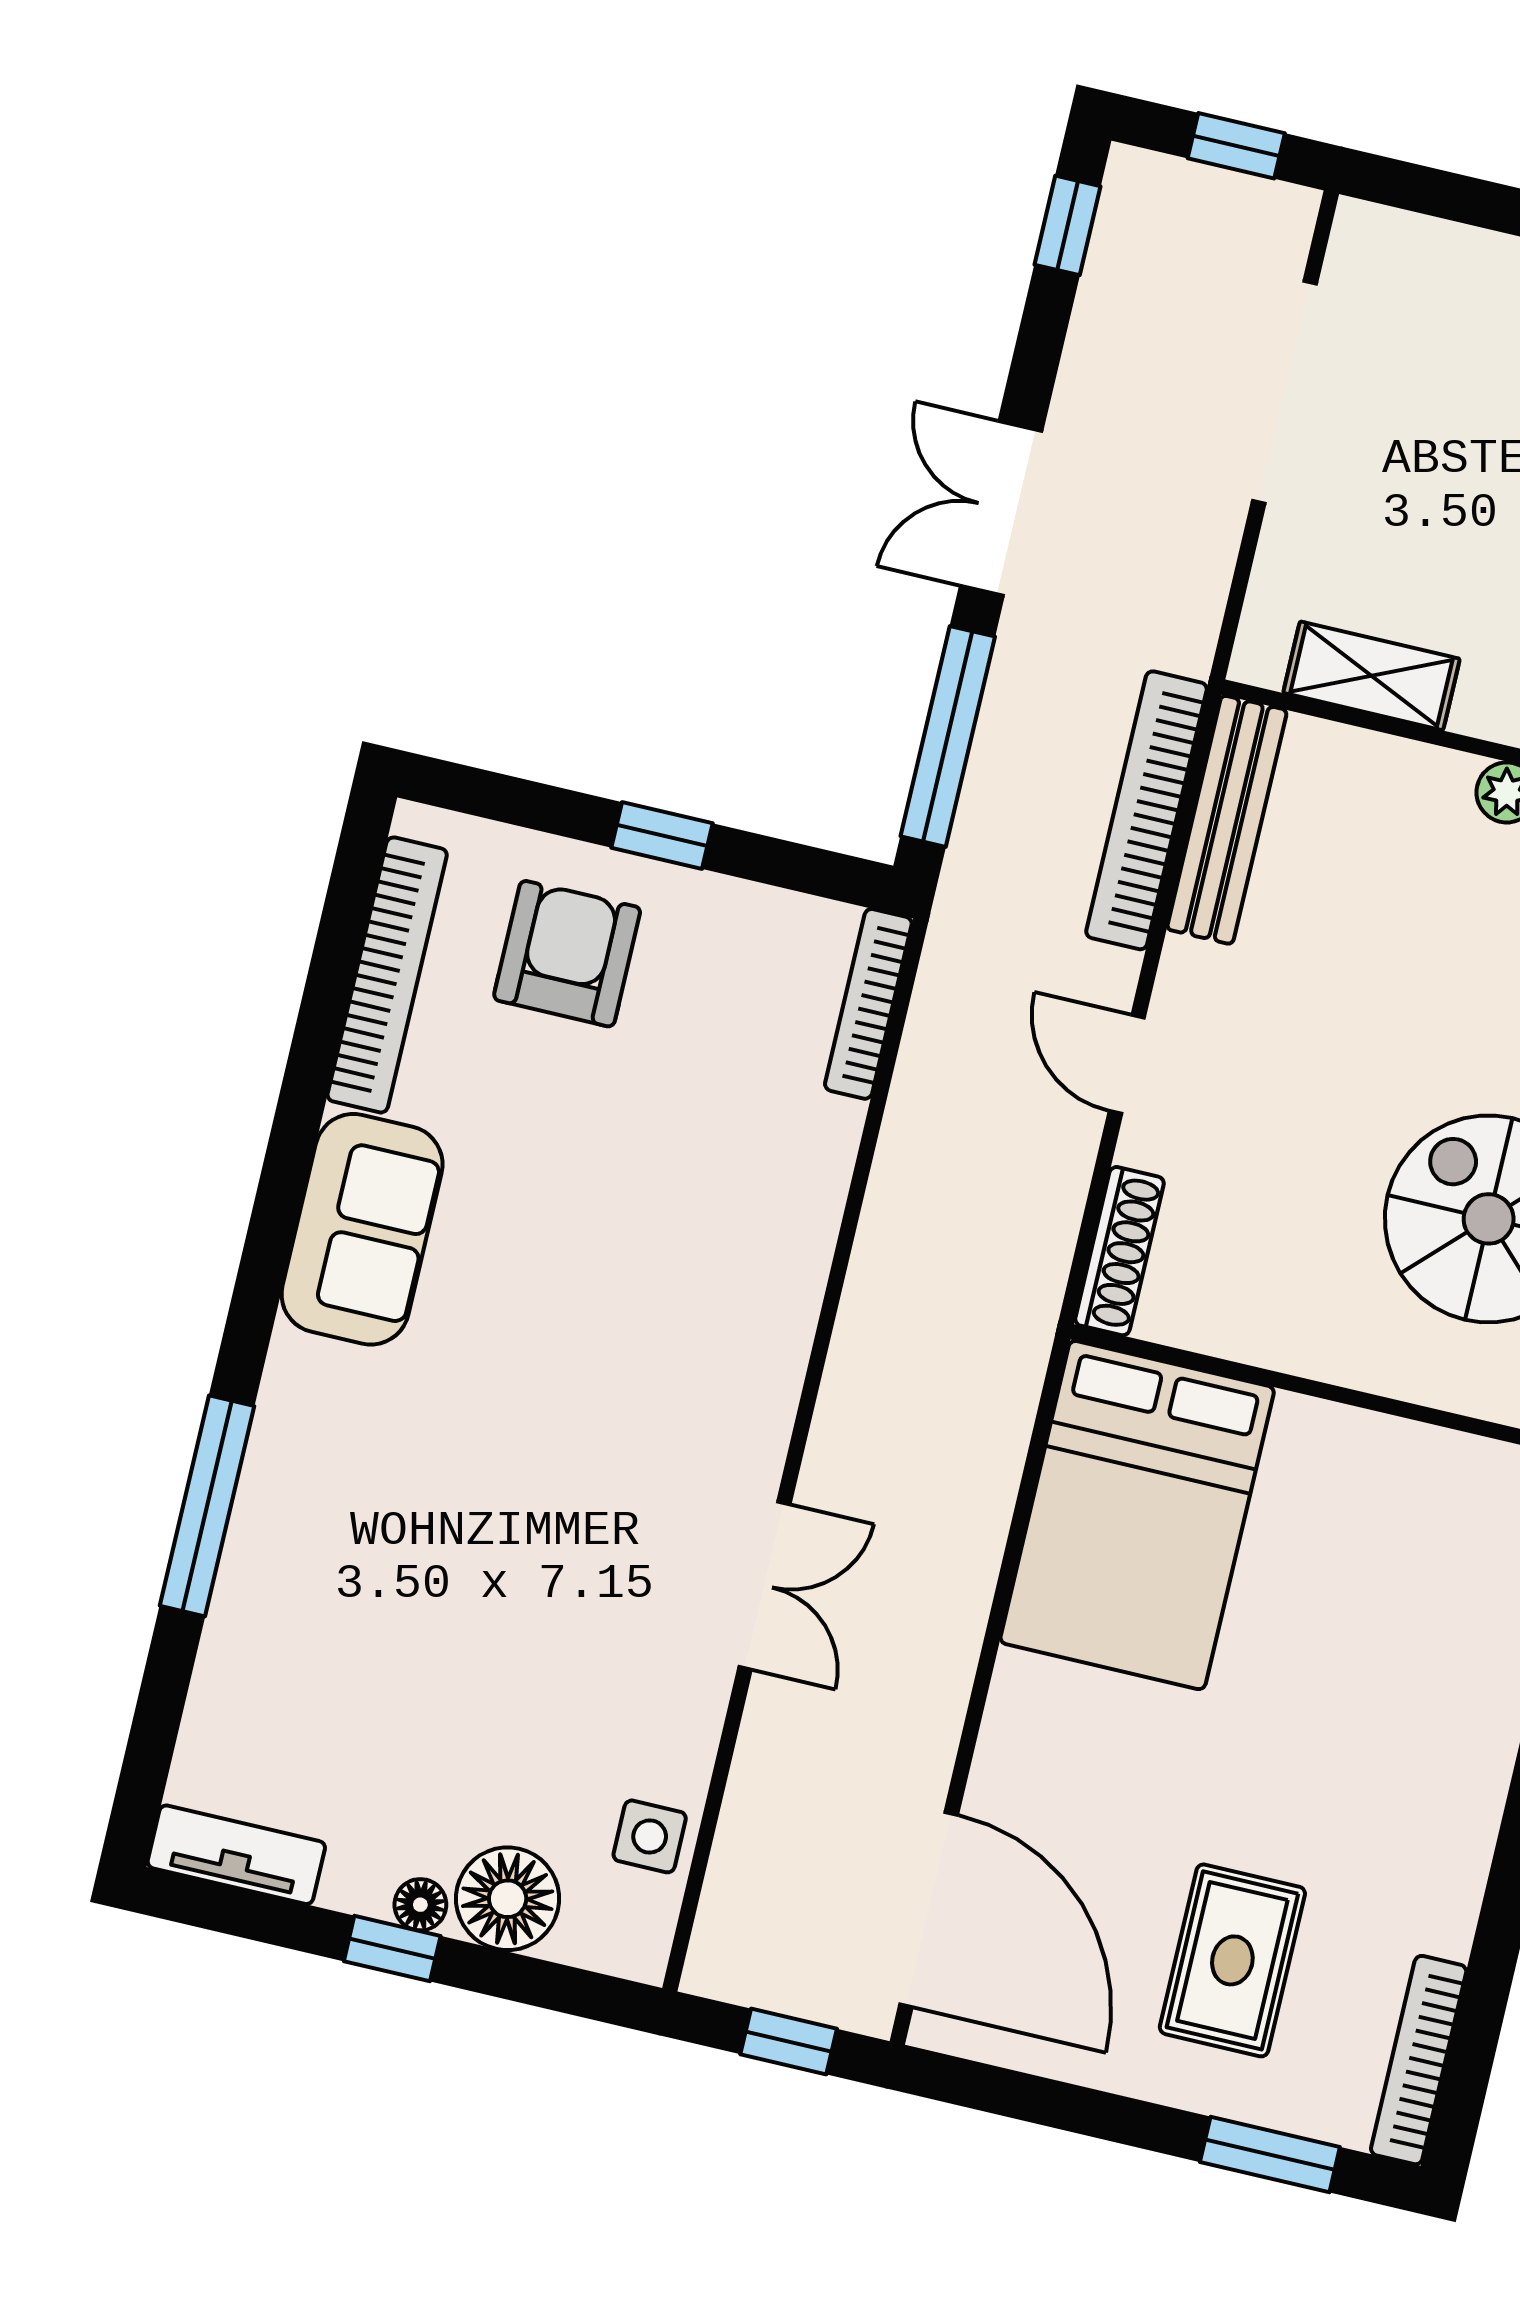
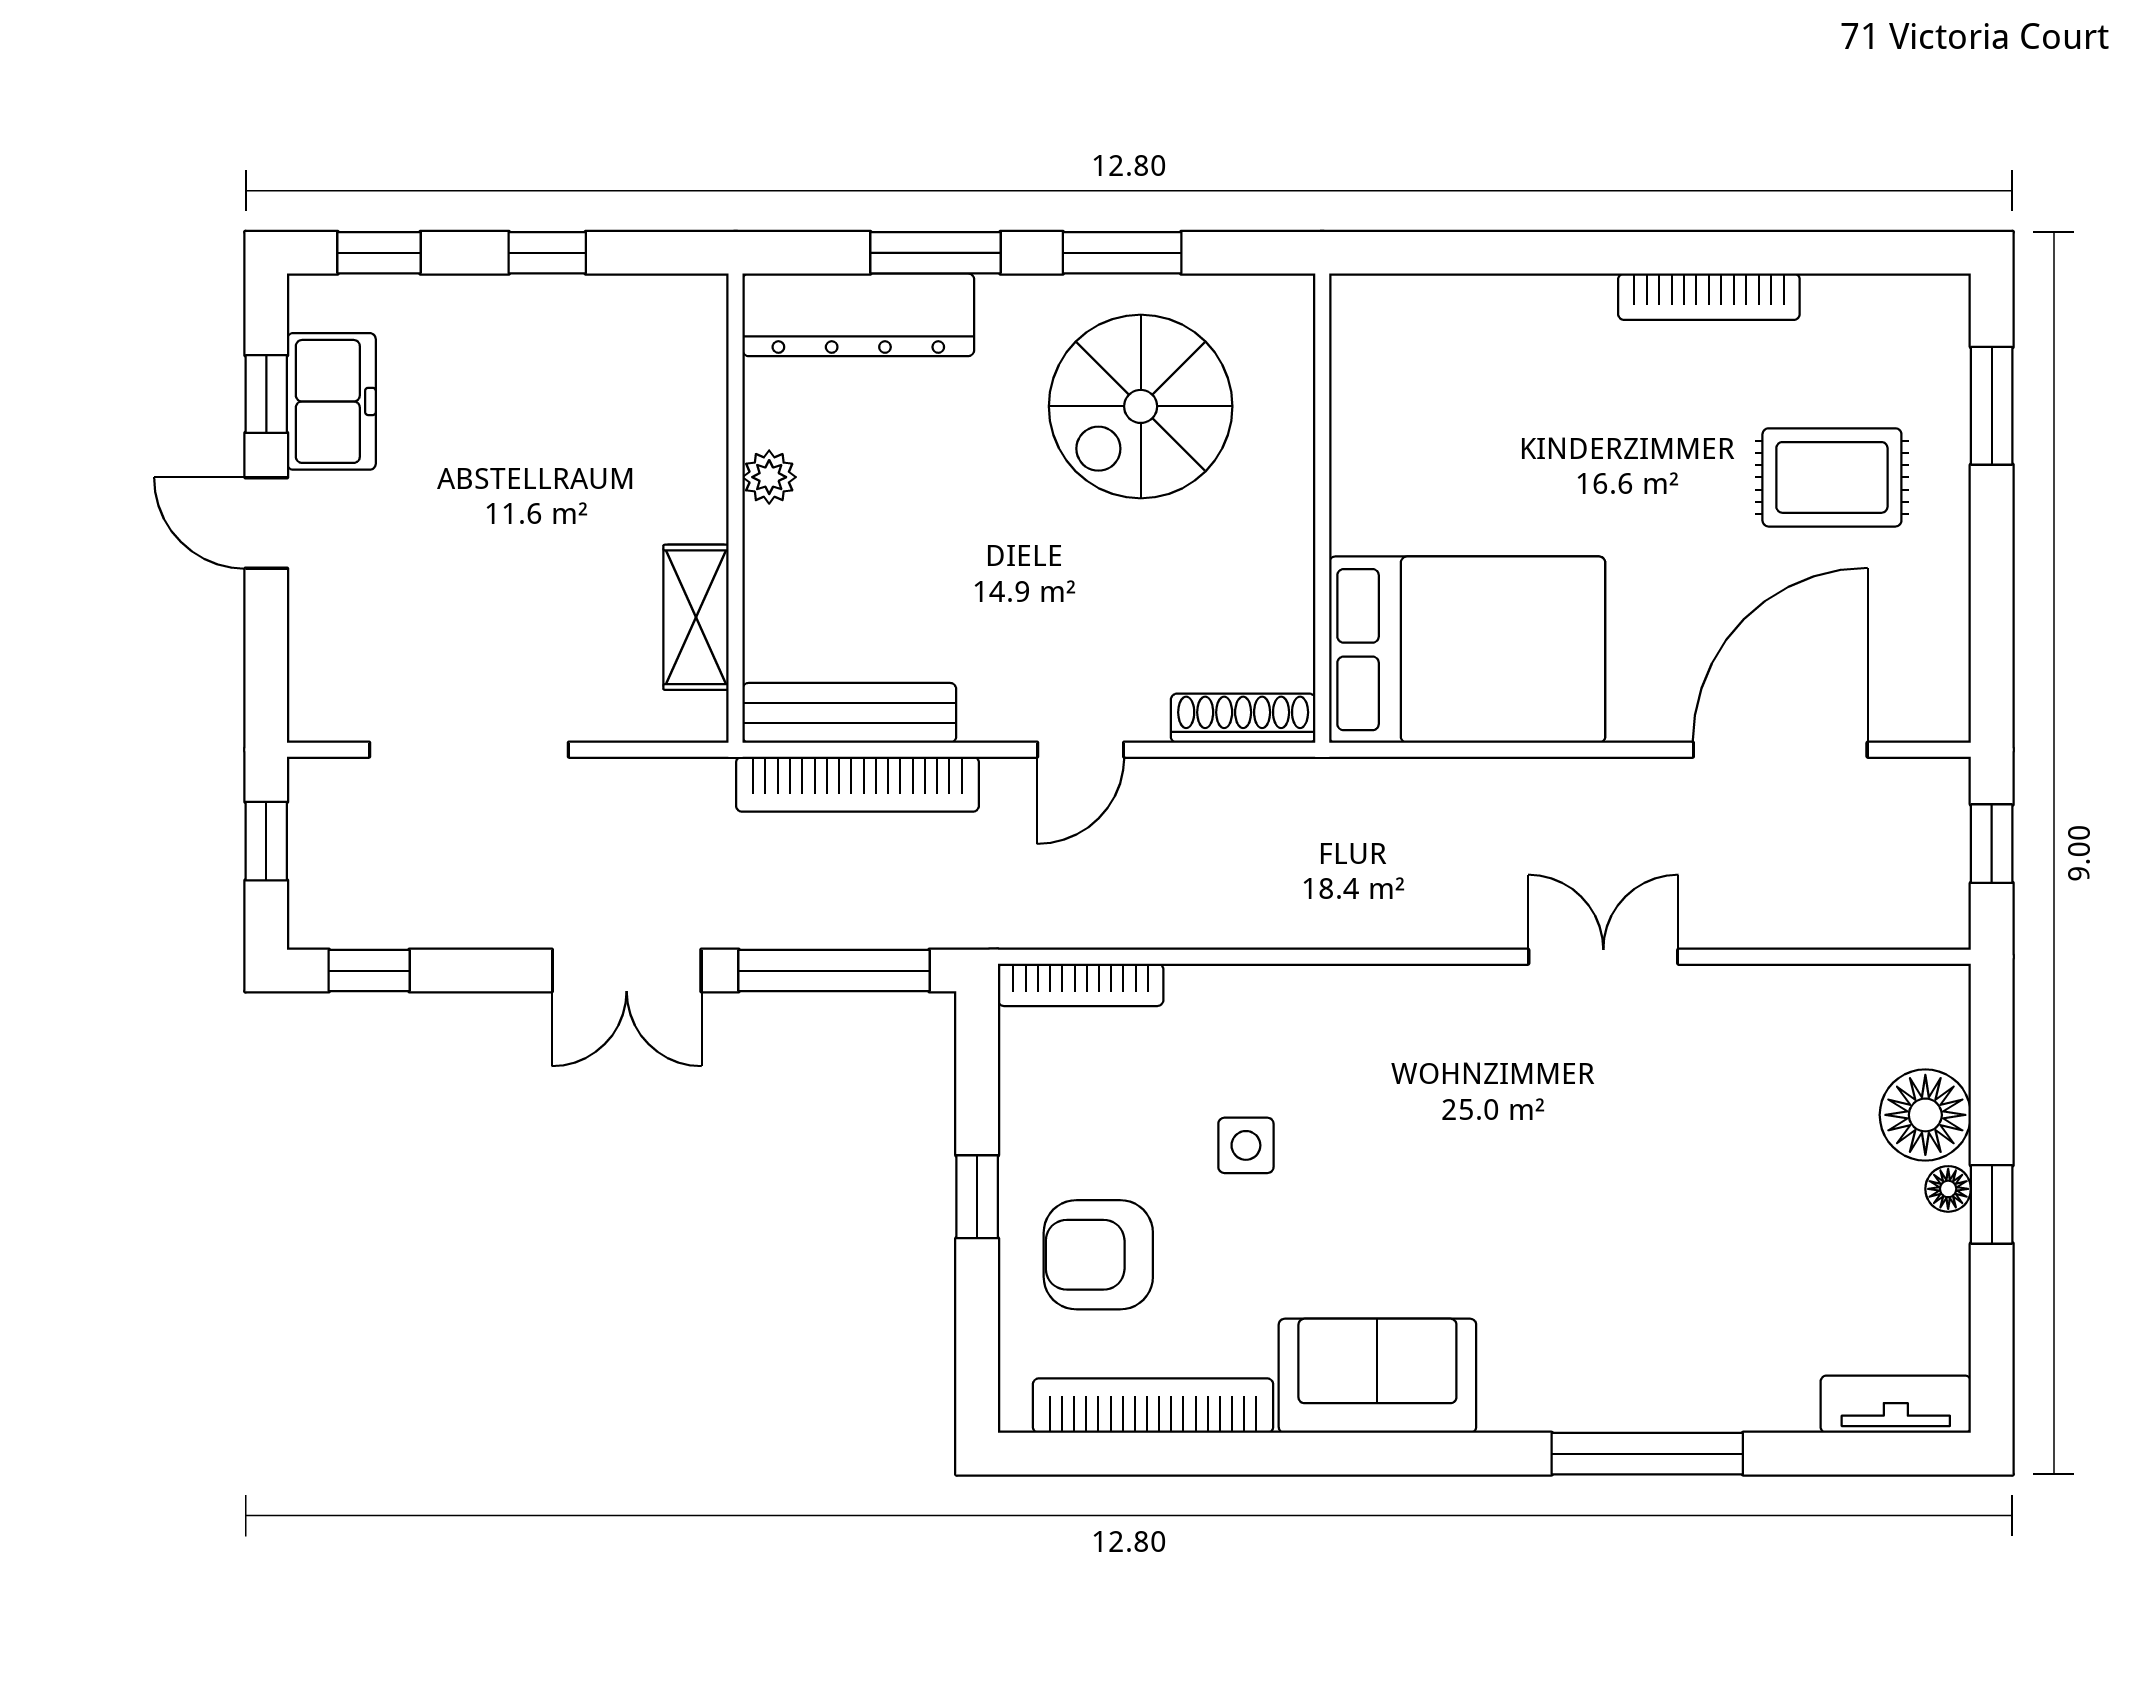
side table: (650, 1836) -> (1246, 1145), moved
tv unit: (236, 1855) -> (1896, 1404), moved, turned 90
door: (929, 1909) -> (1780, 750), moved
bookcase: (1419, 2060) -> (1709, 297), moved

